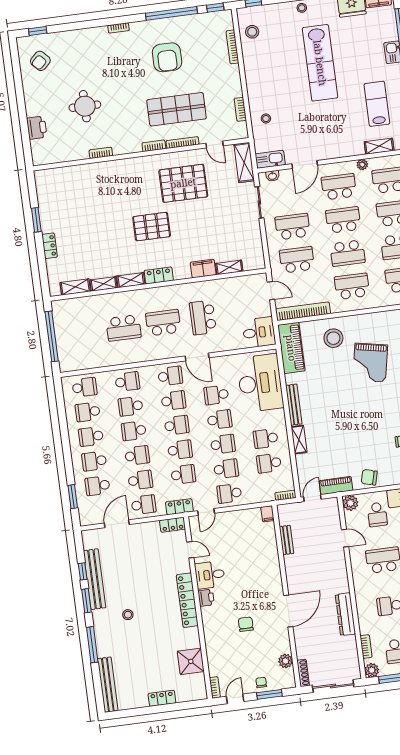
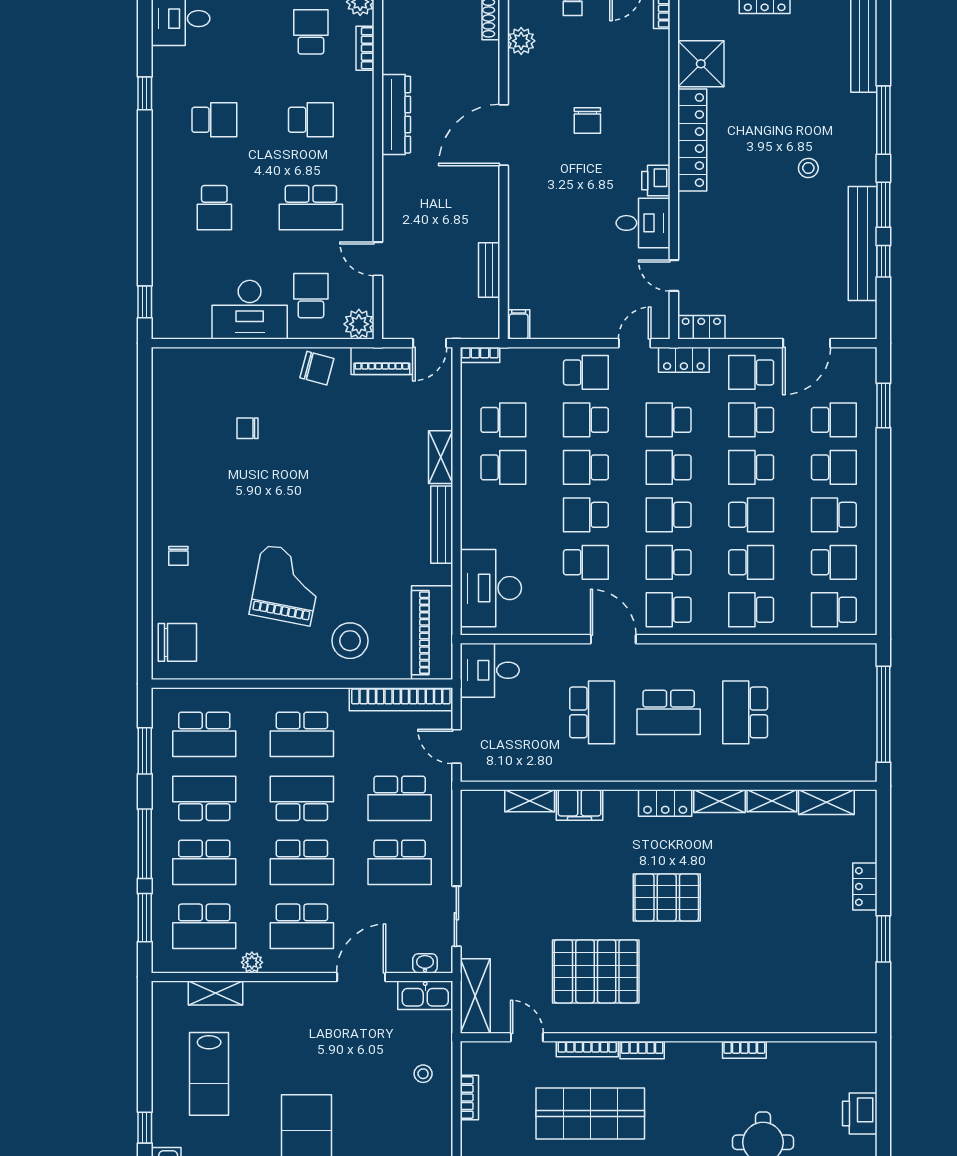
school desk: (124, 328) -> (745, 712), turned -90
desk: (260, 383) -> (491, 588), width x0.73, depth x0.77
school desk: (91, 436) -> (834, 515), turned 180
locker: (187, 600) -> (692, 140), moved

